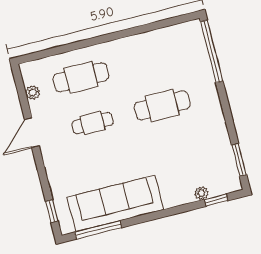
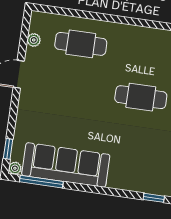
cafe table: (93, 123) -> (74, 88), removed
plant: (201, 193) -> (15, 168), moved

